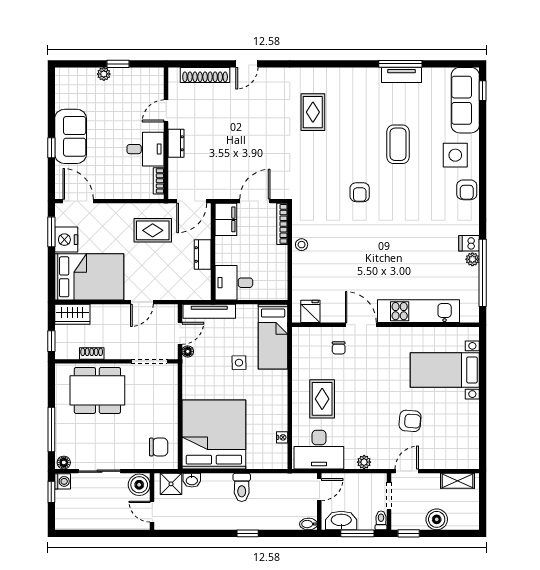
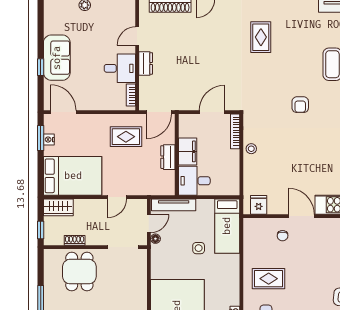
filing cabinet: (226, 219) -> (188, 151), moved
nightstand: (66, 240) -> (49, 140), width x0.53, depth x0.56
dining table: (97, 390) -> (79, 272), width x0.73
rug: (322, 399) -> (269, 279), turned 90

